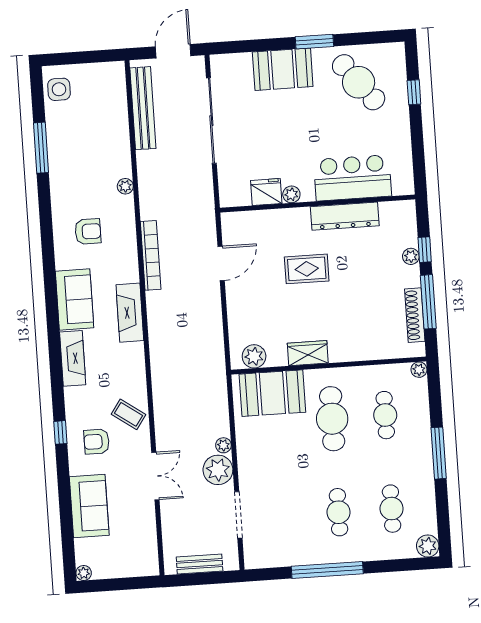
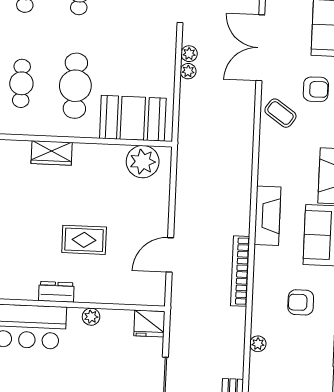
fridge: (266, 192) -> (149, 324), moved
dresser: (345, 216) -> (56, 292), width x0.51, depth x0.80
wardrobe: (308, 353) -> (52, 153), moved
plant: (254, 356) -> (143, 162), width x1.36, depth x1.36
plant: (218, 470) -> (189, 54), width x0.53, depth x0.53
double door: (155, 476) -> (260, 48), width x1.37

